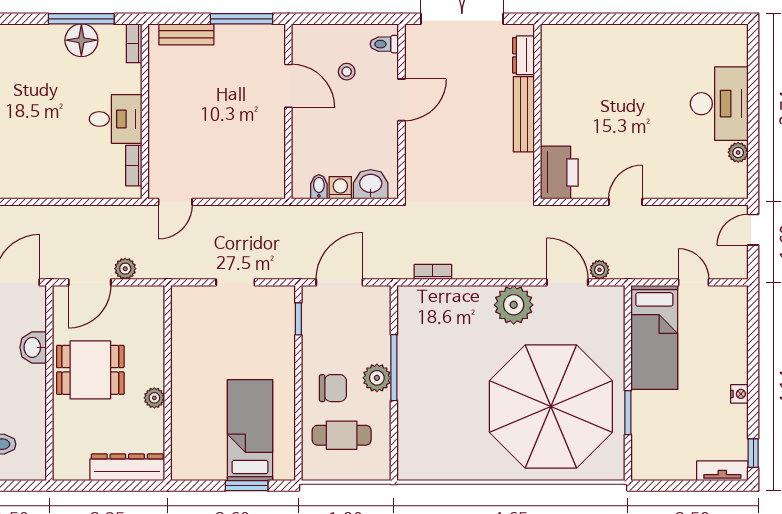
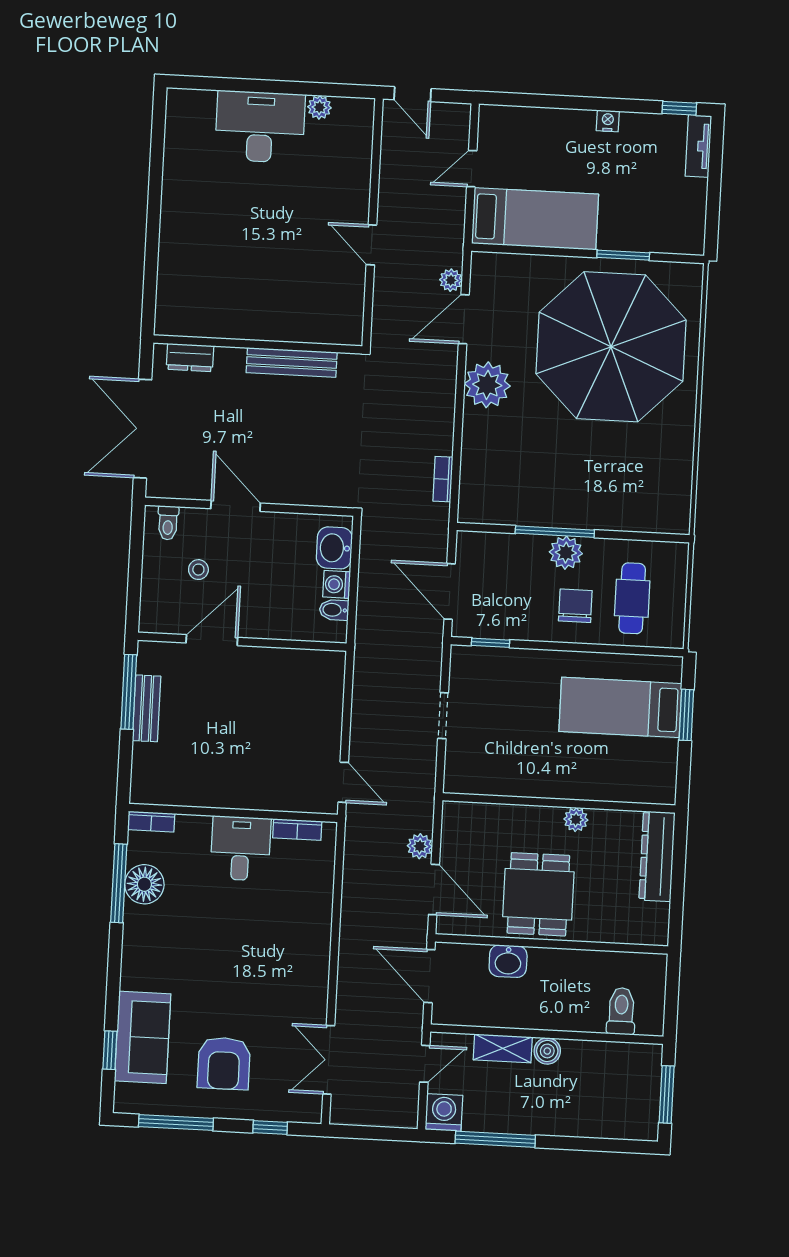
bench: (186, 34) -> (146, 708), moved
bench: (524, 114) -> (292, 362), moved
printer: (559, 172) -> (332, 322), removed

